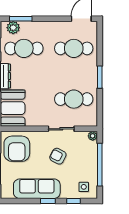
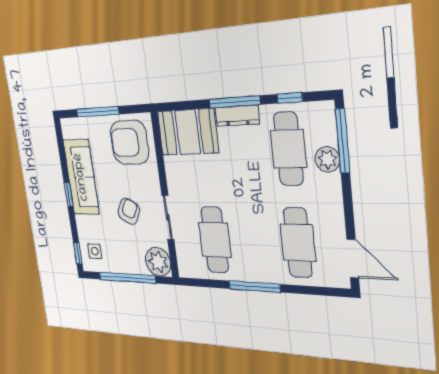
window: (21, 19) -> (343, 141), width x1.44
plant: (13, 28) -> (327, 159), moved
window: (100, 77) -> (255, 286), width x1.44
plant: (93, 136) -> (158, 262), width x1.88, depth x1.88
window: (73, 201) -> (78, 253), moved

